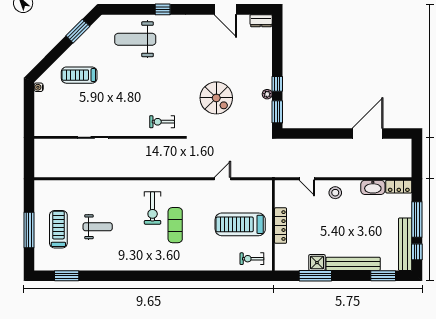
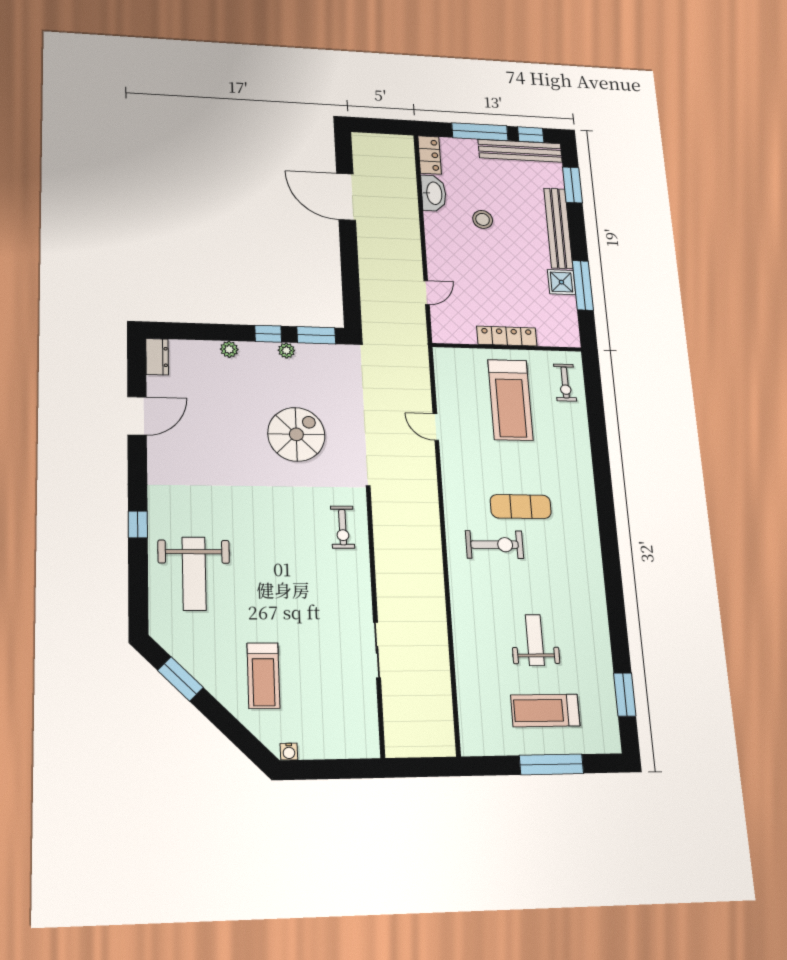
plant: (267, 61) -> (229, 349), added
stool: (335, 193) -> (483, 219), moved

